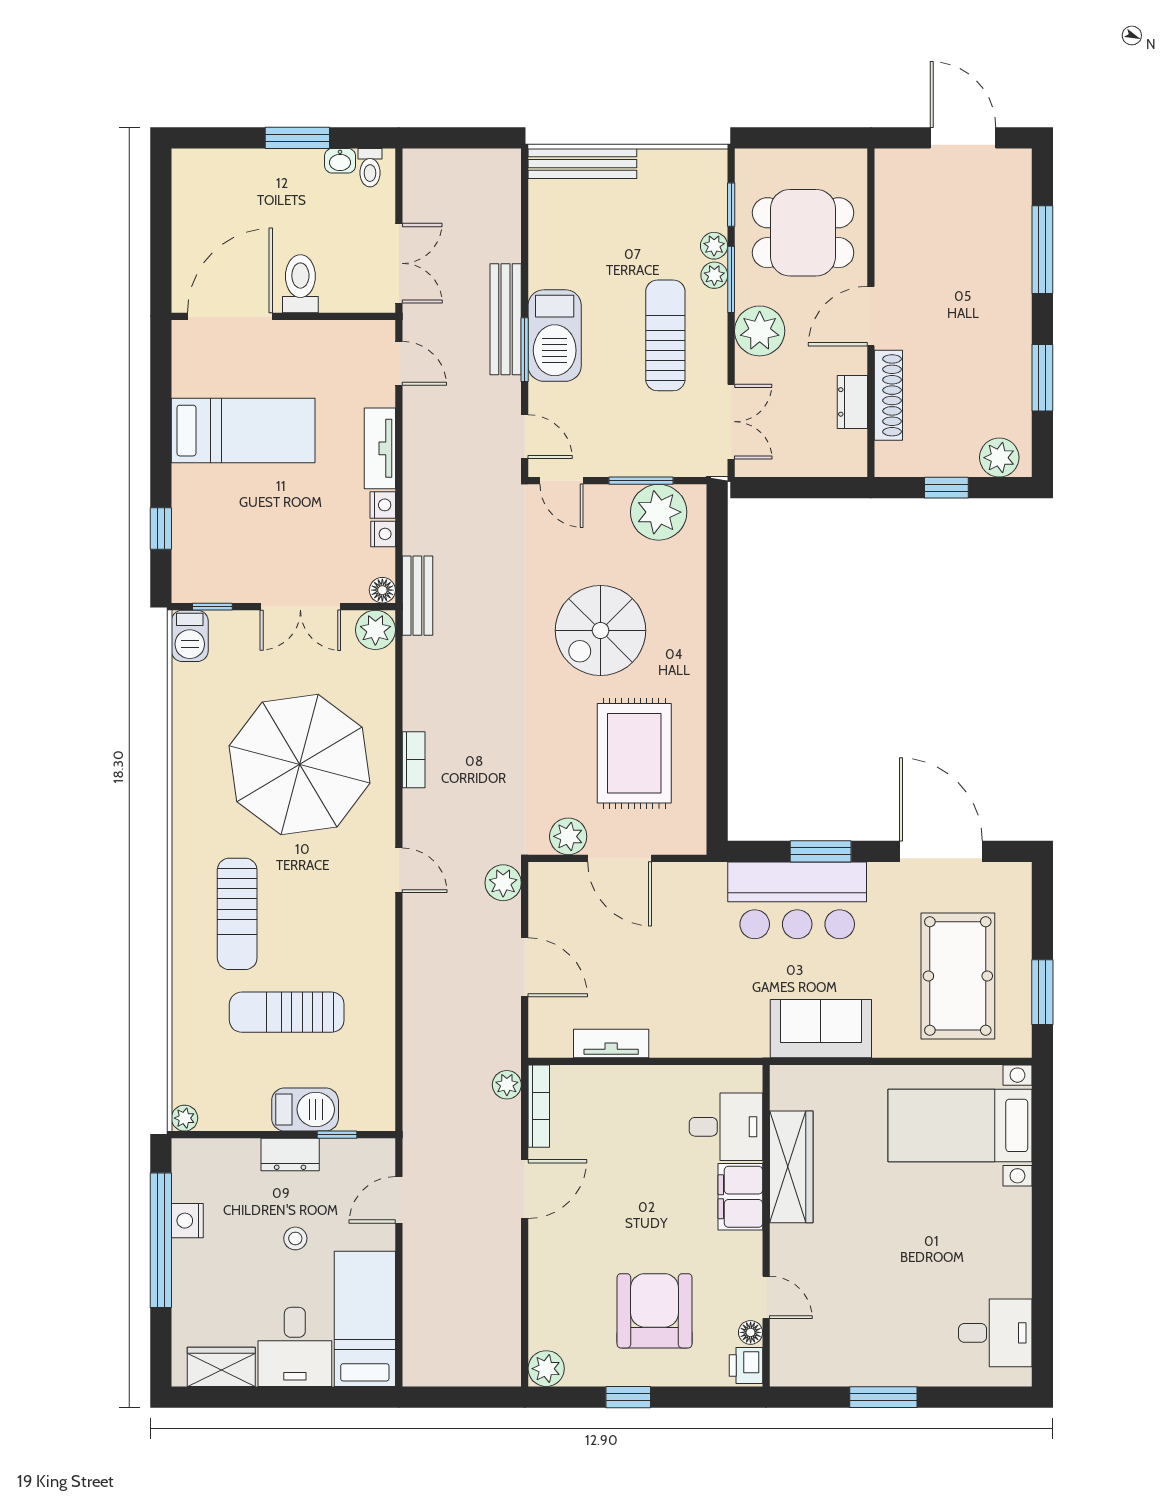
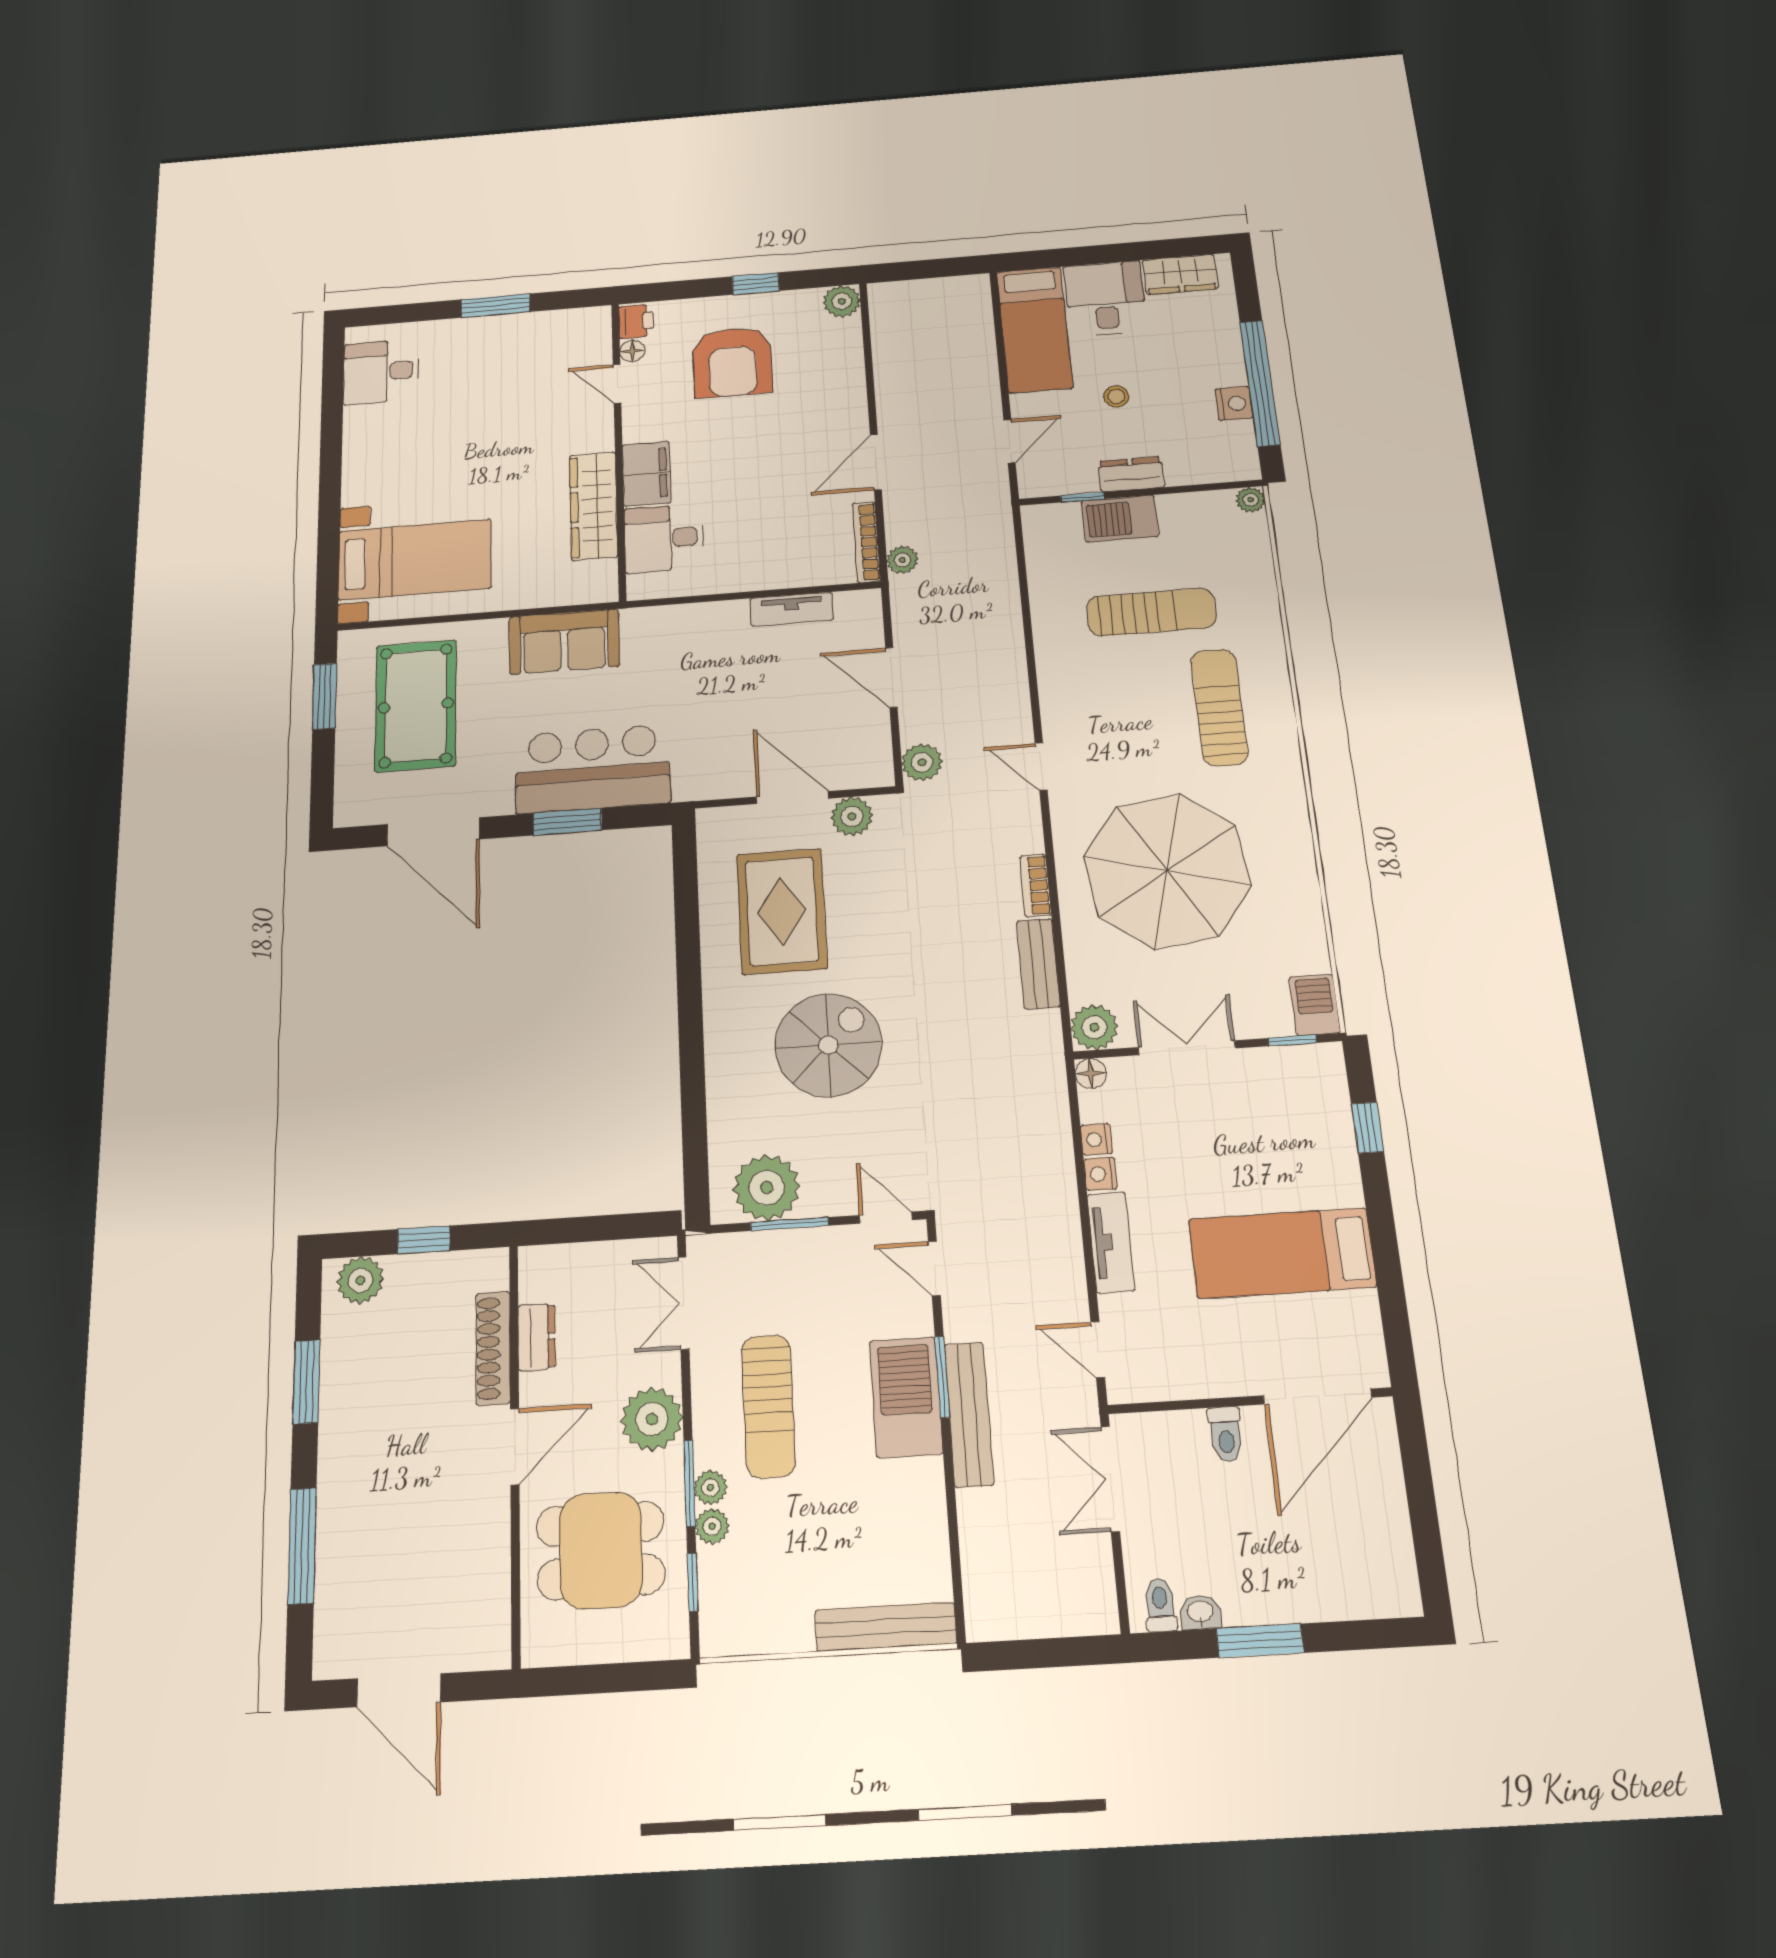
toilet: (300, 284) -> (1226, 1434), width x0.73, depth x0.72
bench: (417, 596) -> (1038, 964), moved

